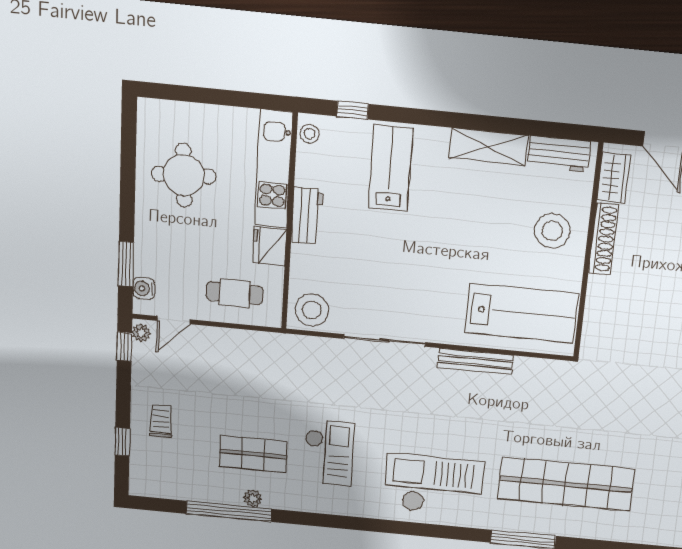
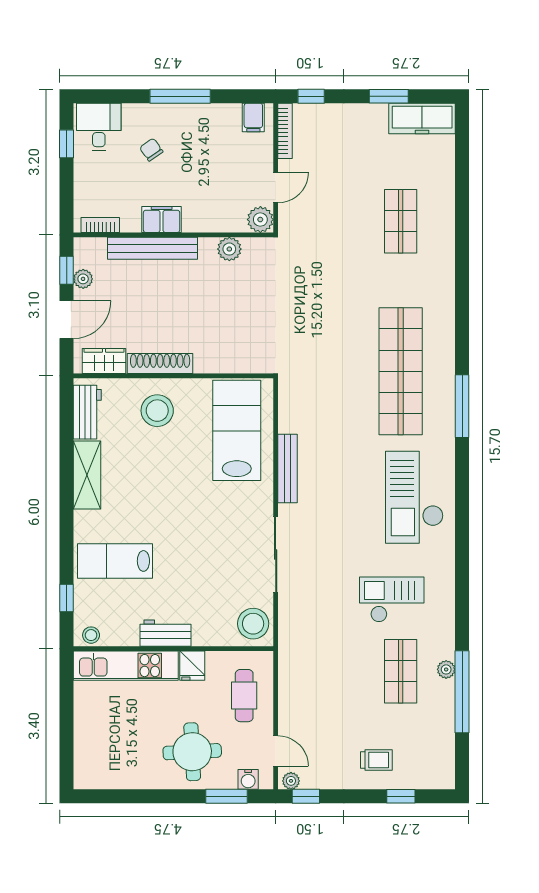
round table: (184, 175) -> (192, 752), moved
fridge: (269, 246) -> (192, 666), width x0.72
trolley: (161, 421) -> (376, 760), turned 180

